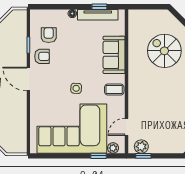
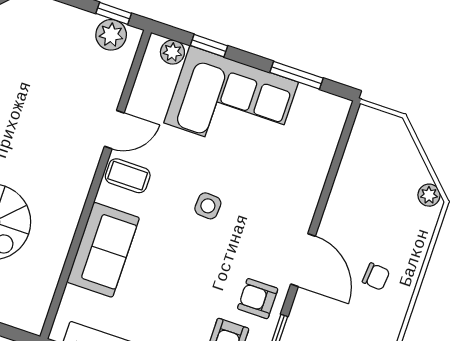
door: (126, 127) -> (114, 130), moved
corner sofa: (72, 129) -> (231, 103), width x0.73, depth x0.74
window: (57, 156) -> (296, 75), added

